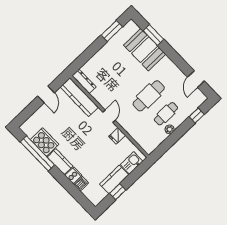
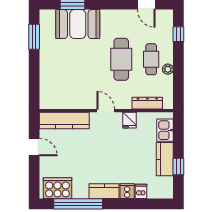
dresser: (84, 81) -> (147, 103), moved
cooker: (44, 142) -> (57, 188), moved

